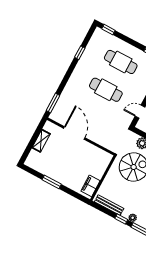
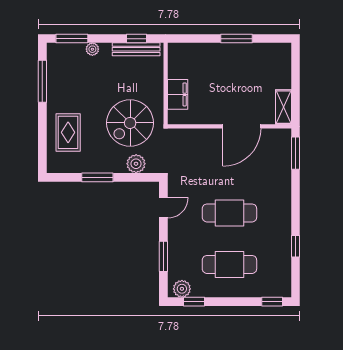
door: (74, 133) -> (242, 126), hinge flipped
shelving: (41, 141) -> (284, 107), moved
filing cabinet: (90, 186) -> (178, 94), moved
window: (121, 219) -> (136, 39), moved

